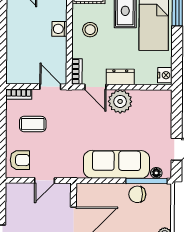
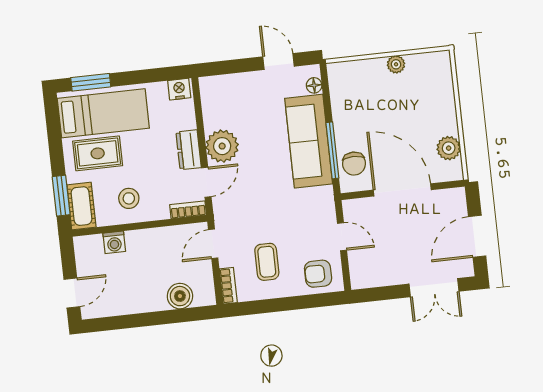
washing machine: (59, 29) -> (114, 242), moved
boiler: (15, 58) -> (180, 296), added
armchair: (20, 160) -> (318, 274), turned -90
window: (147, 181) -> (332, 150), moved
chair: (137, 194) -> (354, 164), moved

